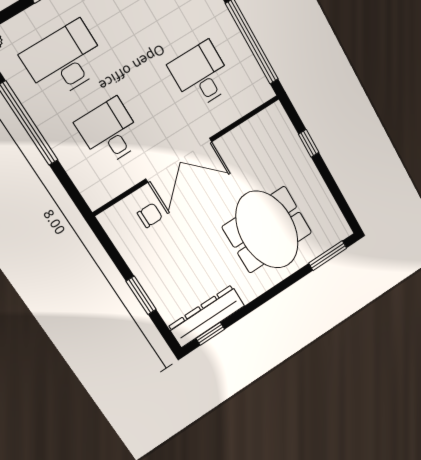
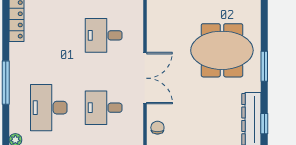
chair: (150, 215) -> (157, 128), moved
window: (328, 256) -> (264, 66), moved

